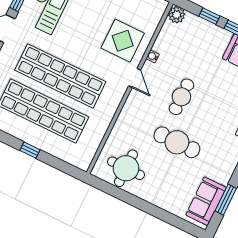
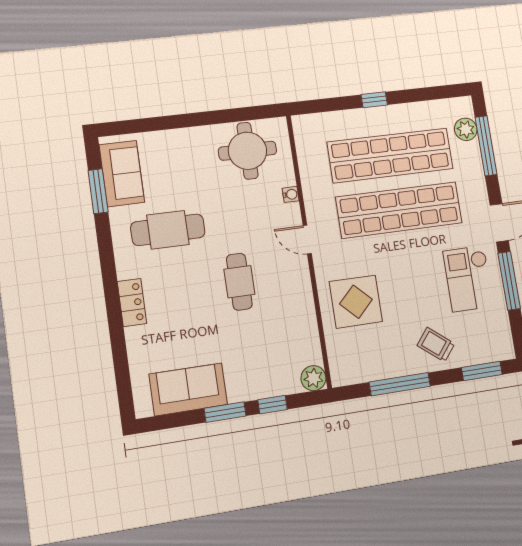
water cooler: (153, 56) -> (291, 194), moved
door: (135, 78) -> (307, 240), moved
cafe table: (177, 142) -> (168, 230), moved

